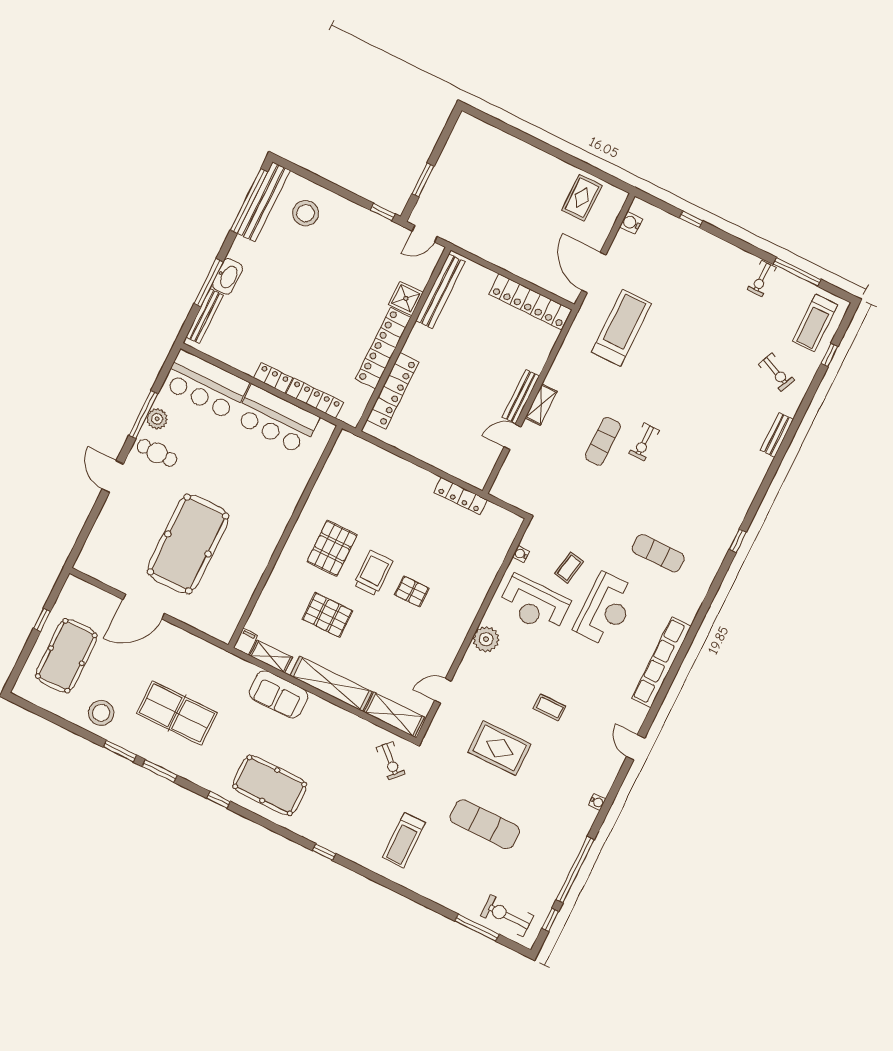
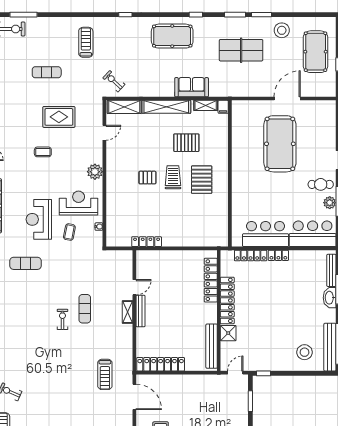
treadmill: (621, 328) -> (105, 374), width x0.73, depth x0.73
trolley: (373, 573) -> (173, 177), turned 180
exercise mat: (485, 824) -> (47, 72), width x0.73, depth x0.69

